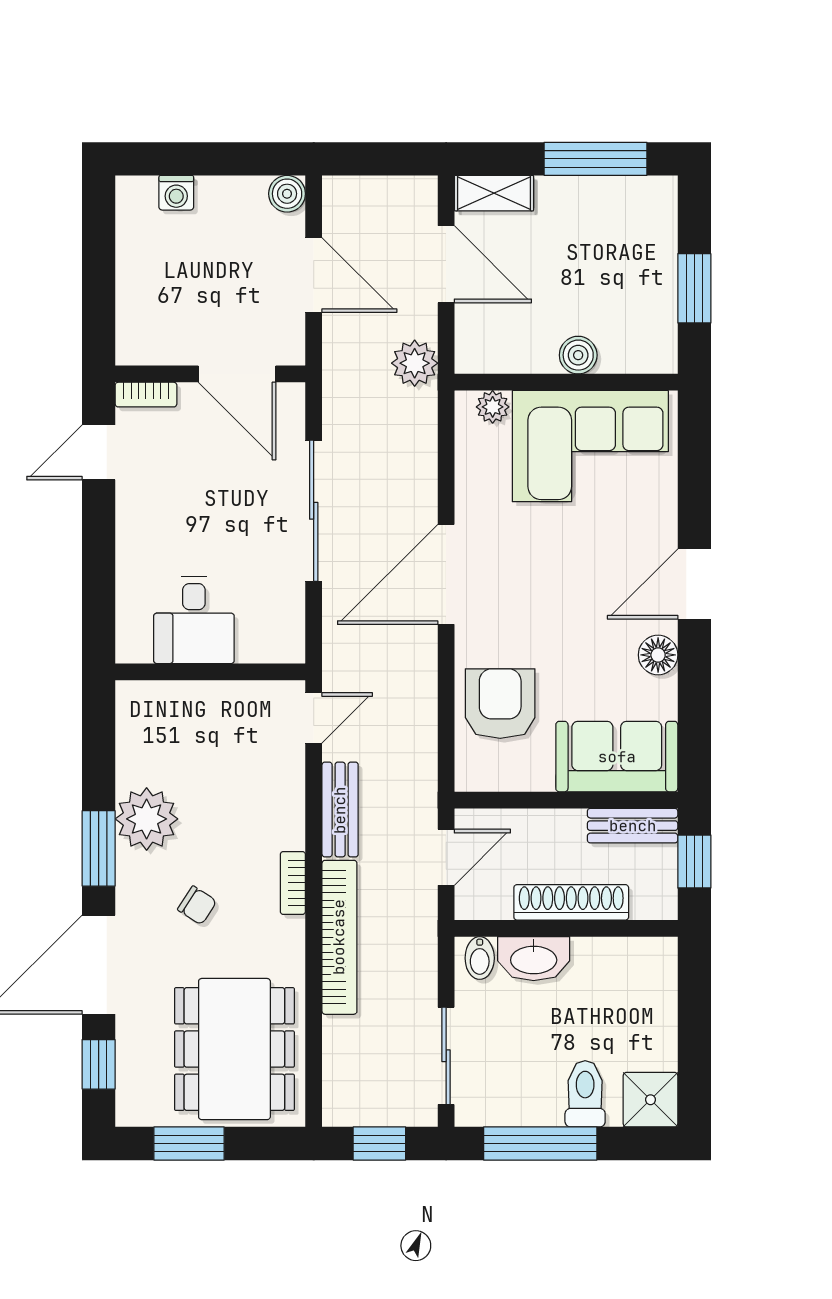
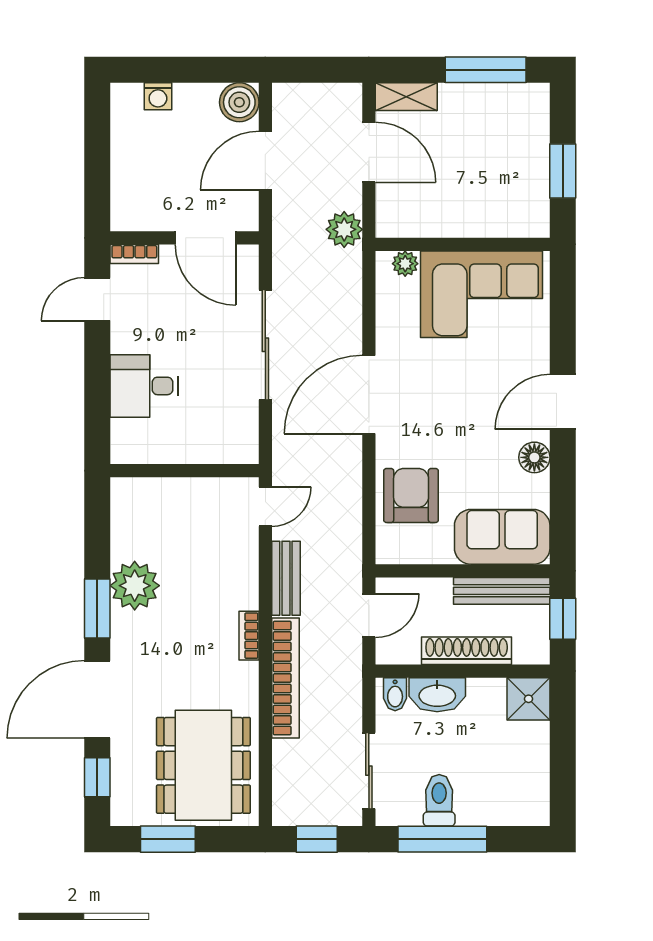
boiler: (287, 194) -> (239, 102), width x1.36, depth x1.36
door: (314, 275) -> (265, 161), swing flipped
boiler: (578, 355) -> (472, 223), removed
desk: (194, 620) -> (144, 386), moved, turned 90
bench: (633, 826) -> (502, 591), width x1.36
chair: (197, 905) -> (174, 653), removed
toilet: (585, 1094) -> (439, 800), moved
shower: (651, 1100) -> (529, 699), moved

